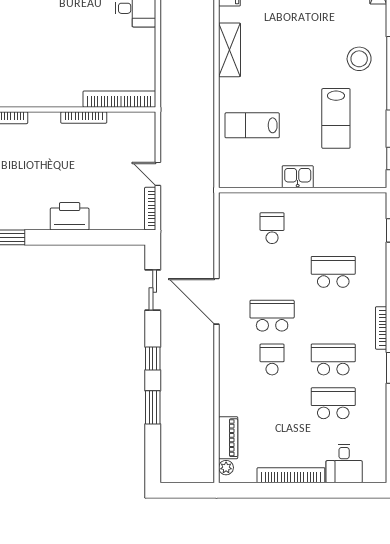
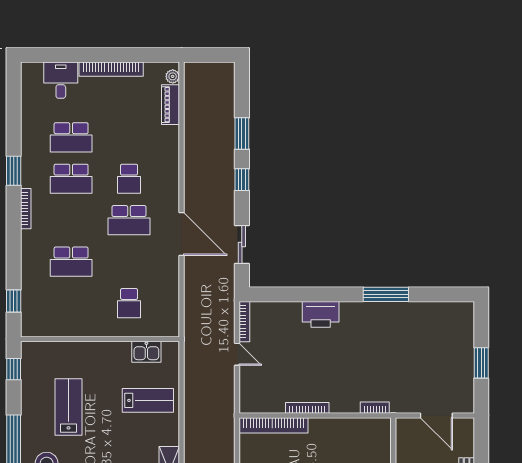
kitchen sink: (298, 177) -> (146, 352), moved

